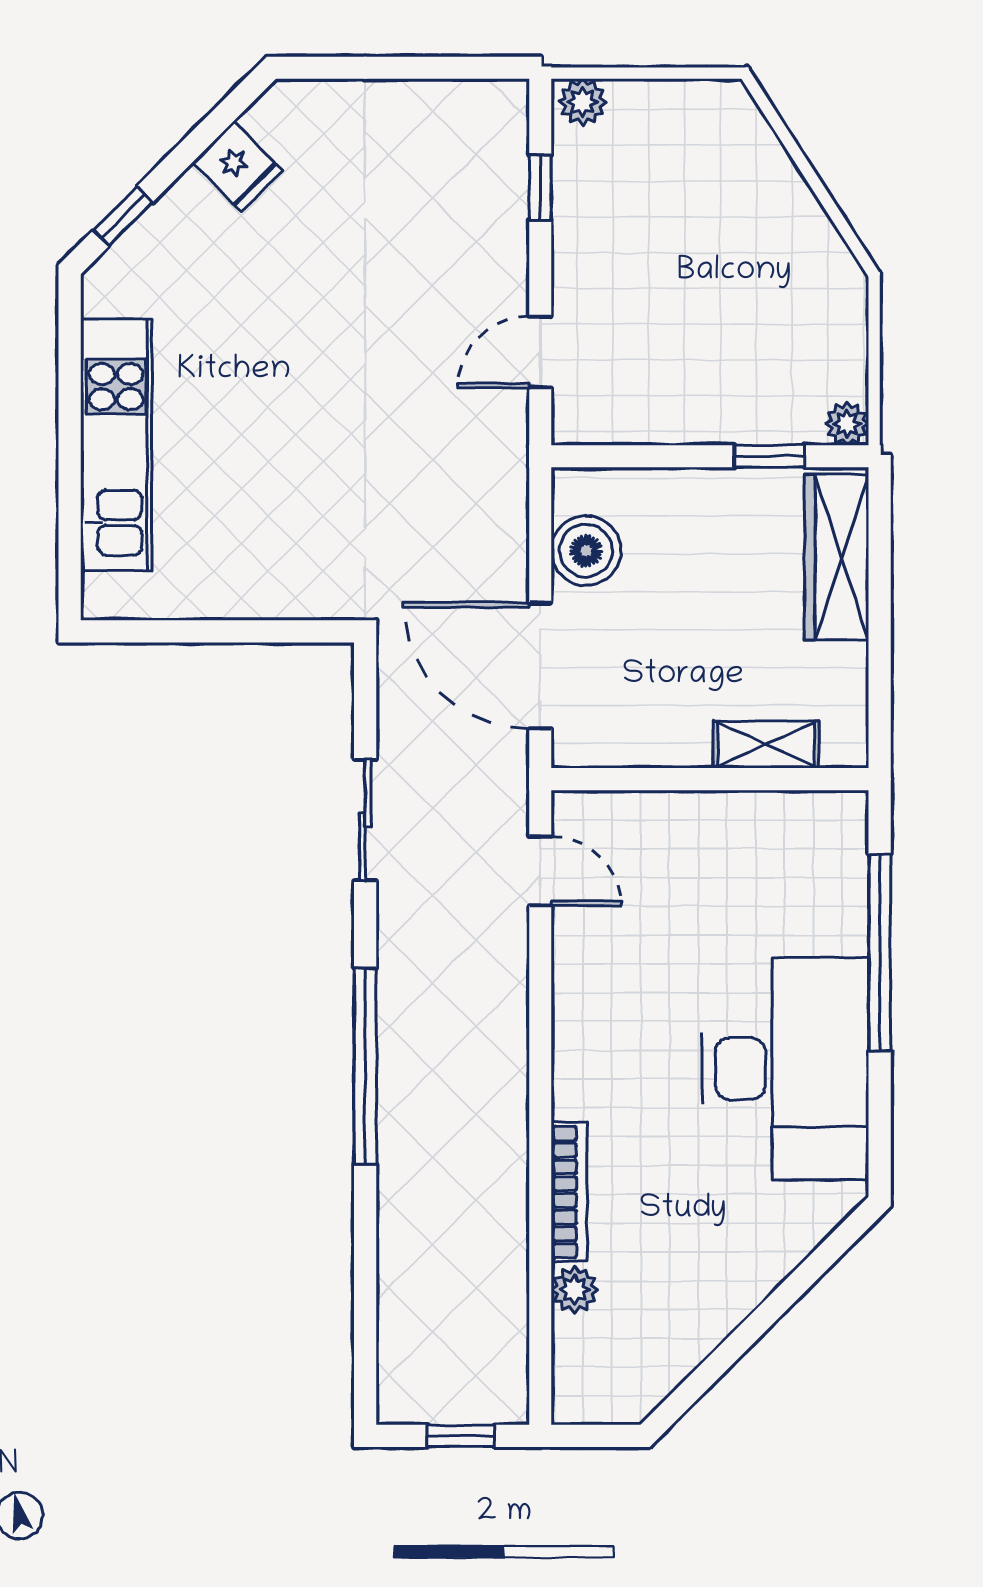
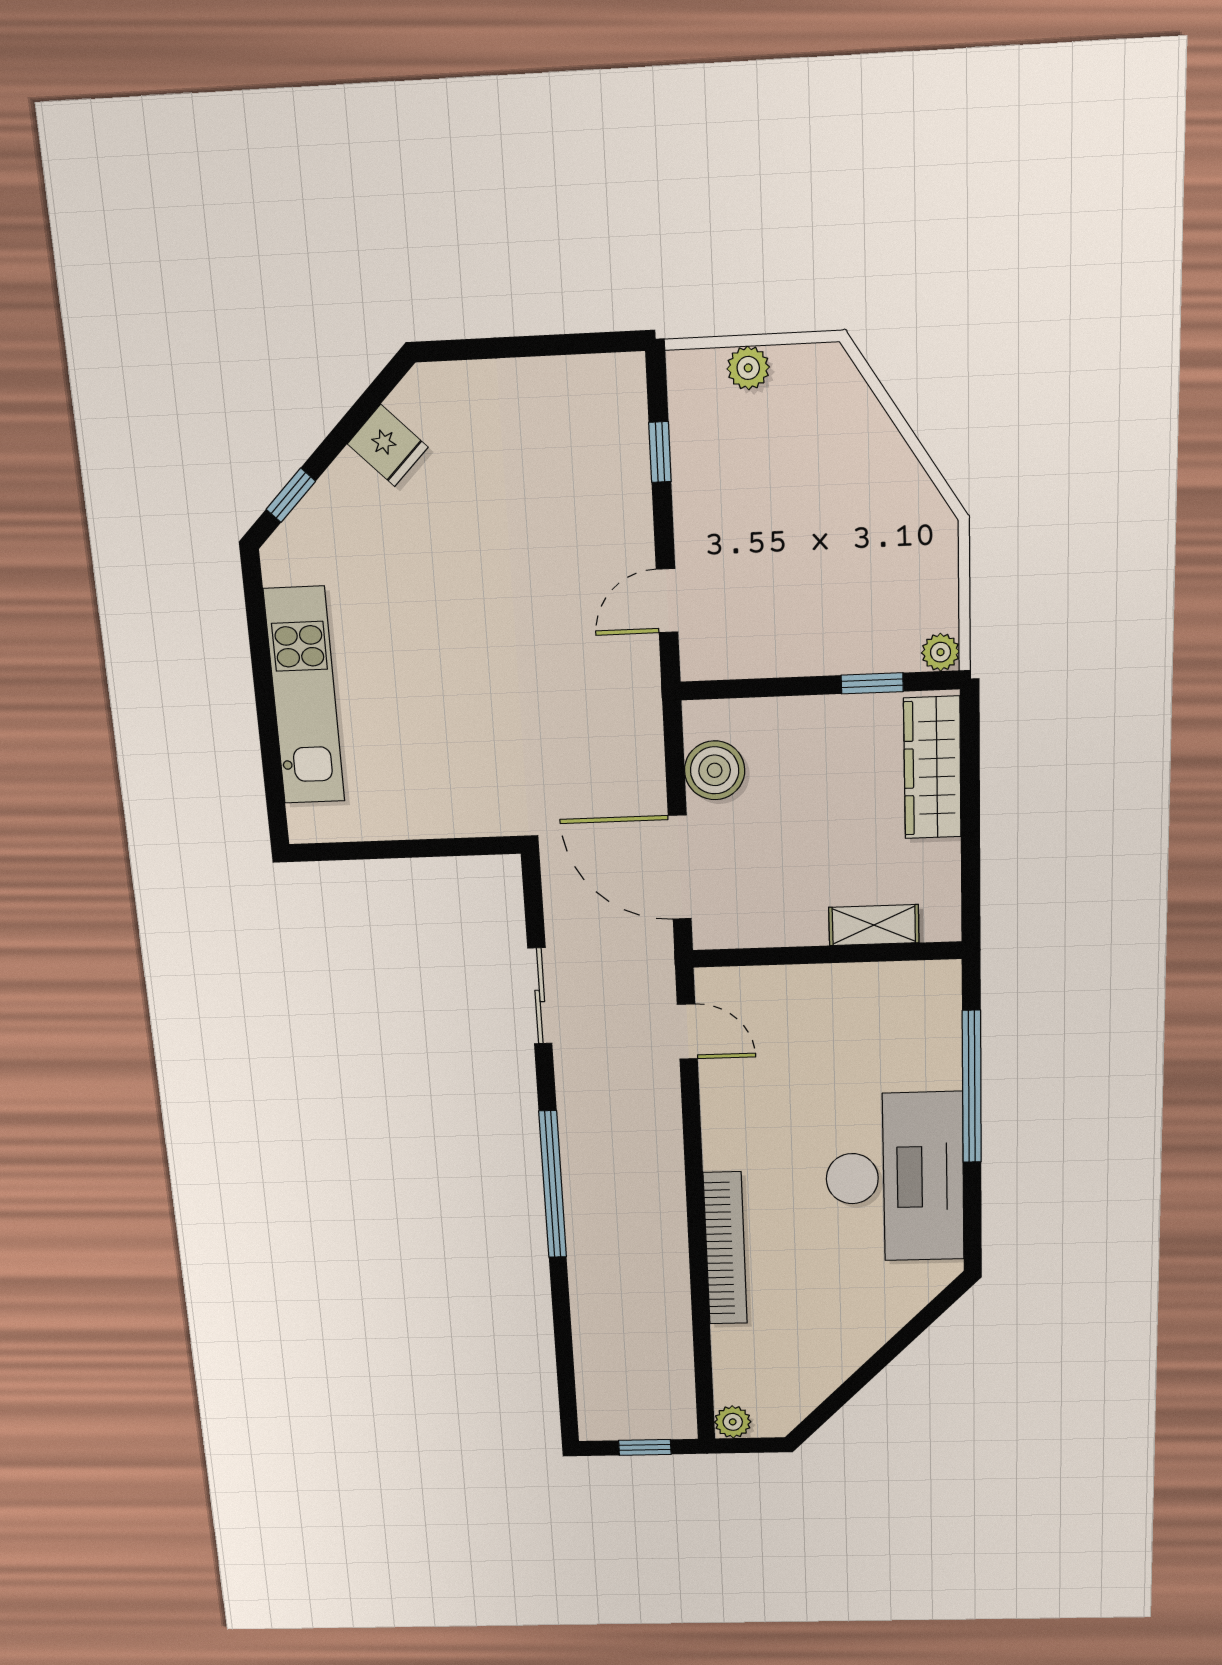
plant: (583, 102) -> (748, 368), moved
bookcase: (569, 1192) -> (725, 1248), width x1.48, depth x1.31
plant: (575, 1290) -> (733, 1422), moved

